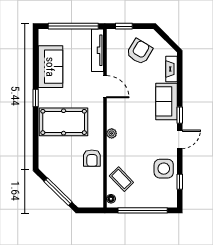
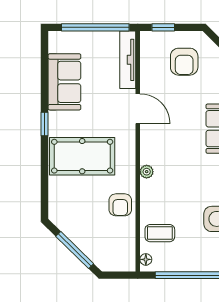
armchair: (140, 52) -> (184, 62), turned 149
coffee table: (121, 179) -> (160, 233), turned -46

